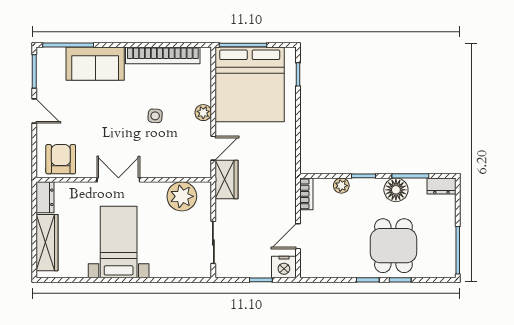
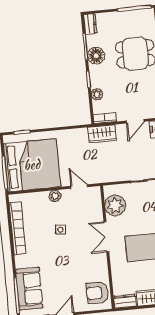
sofa: (95, 64) -> (29, 289), moved
double door: (118, 180) -> (106, 237), moved
wardrobe: (227, 180) -> (102, 134), moved, turned 180
door: (298, 236) -> (135, 121), hinge flipped

